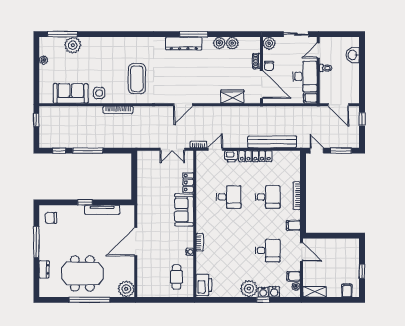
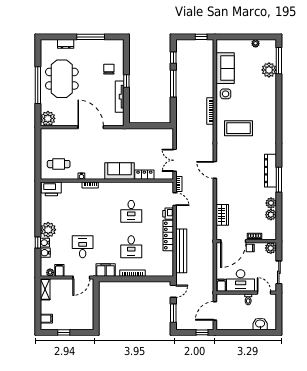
chair: (51, 218) -> (109, 69), moved
filing cabinet: (293, 225) -> (106, 270), width x2.00
desk: (268, 251) -> (83, 247), turned 180

